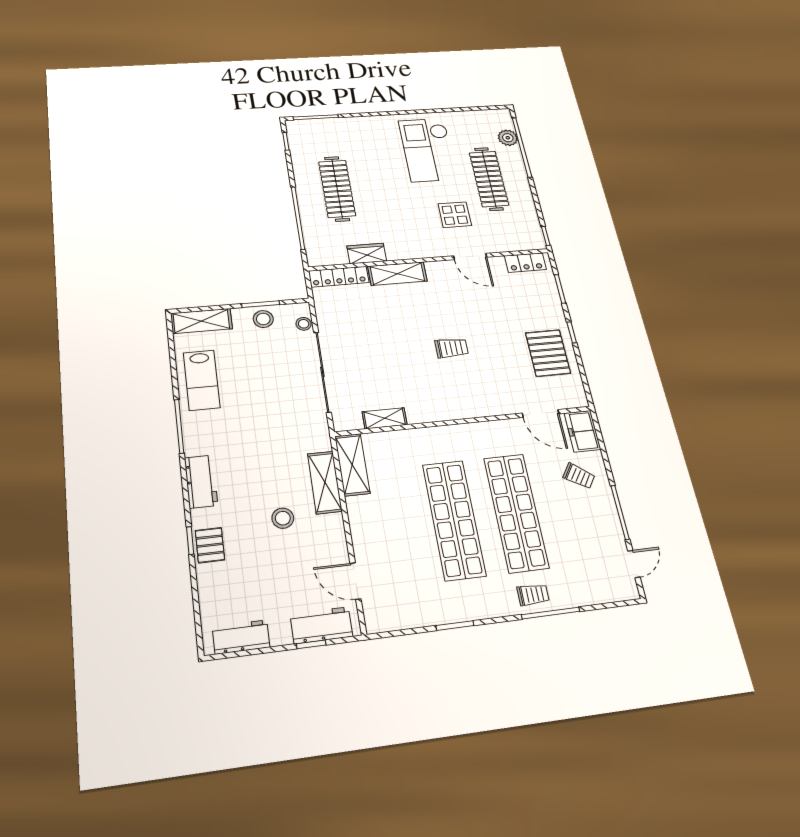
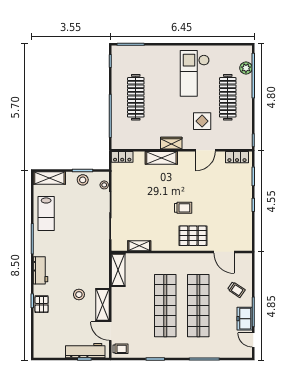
wardrobe: (367, 254) -> (171, 143), moved
door: (470, 257) -> (205, 150), hinge flipped
locker: (339, 277) -> (122, 157), width x0.66
pallet: (548, 353) -> (193, 236), moved, turned 90
freezer: (582, 431) -> (245, 319), moved
shelving: (325, 482) -> (103, 305), moved
door: (634, 564) -> (253, 340), swing flipped
trolley: (533, 595) -> (121, 349), moved
workbench: (321, 625) -> (85, 351), width x1.38
workbench: (241, 637) -> (52, 351), removed

